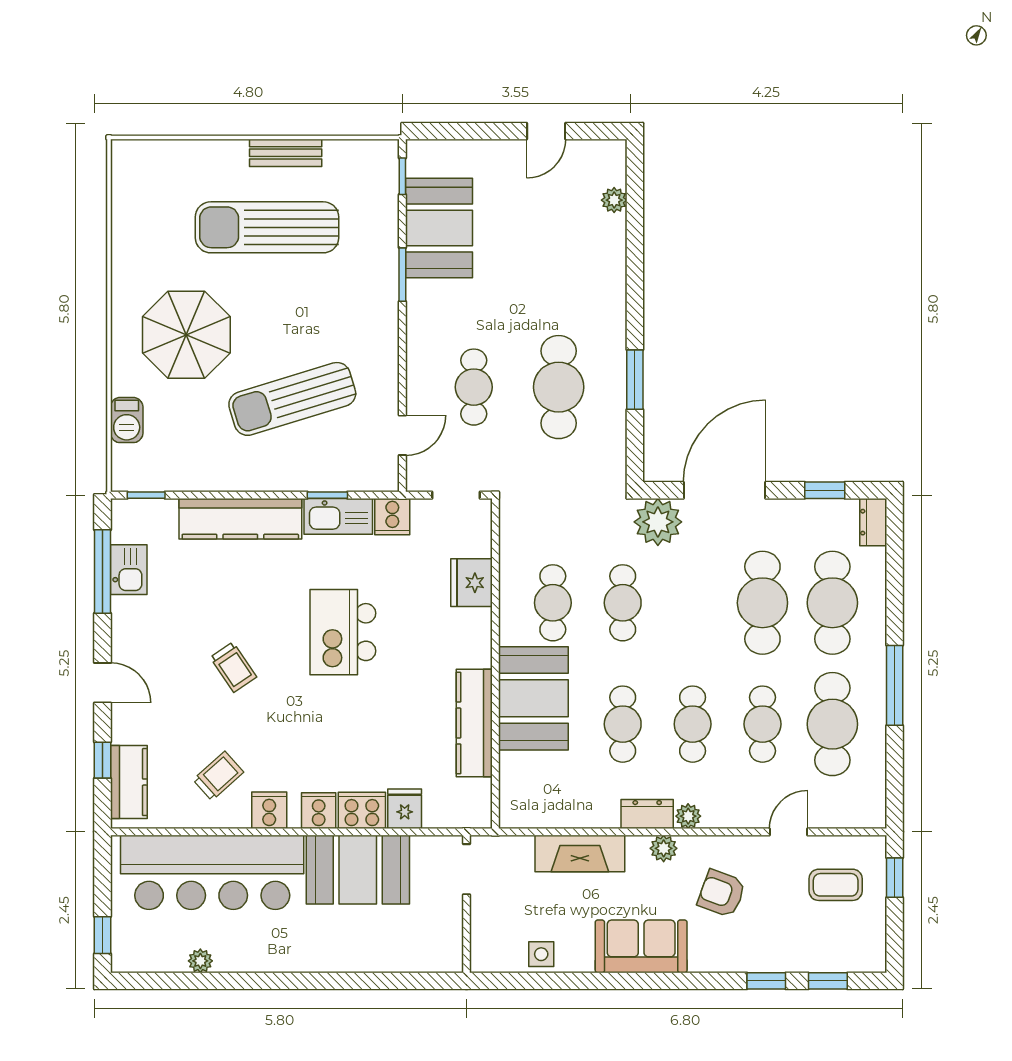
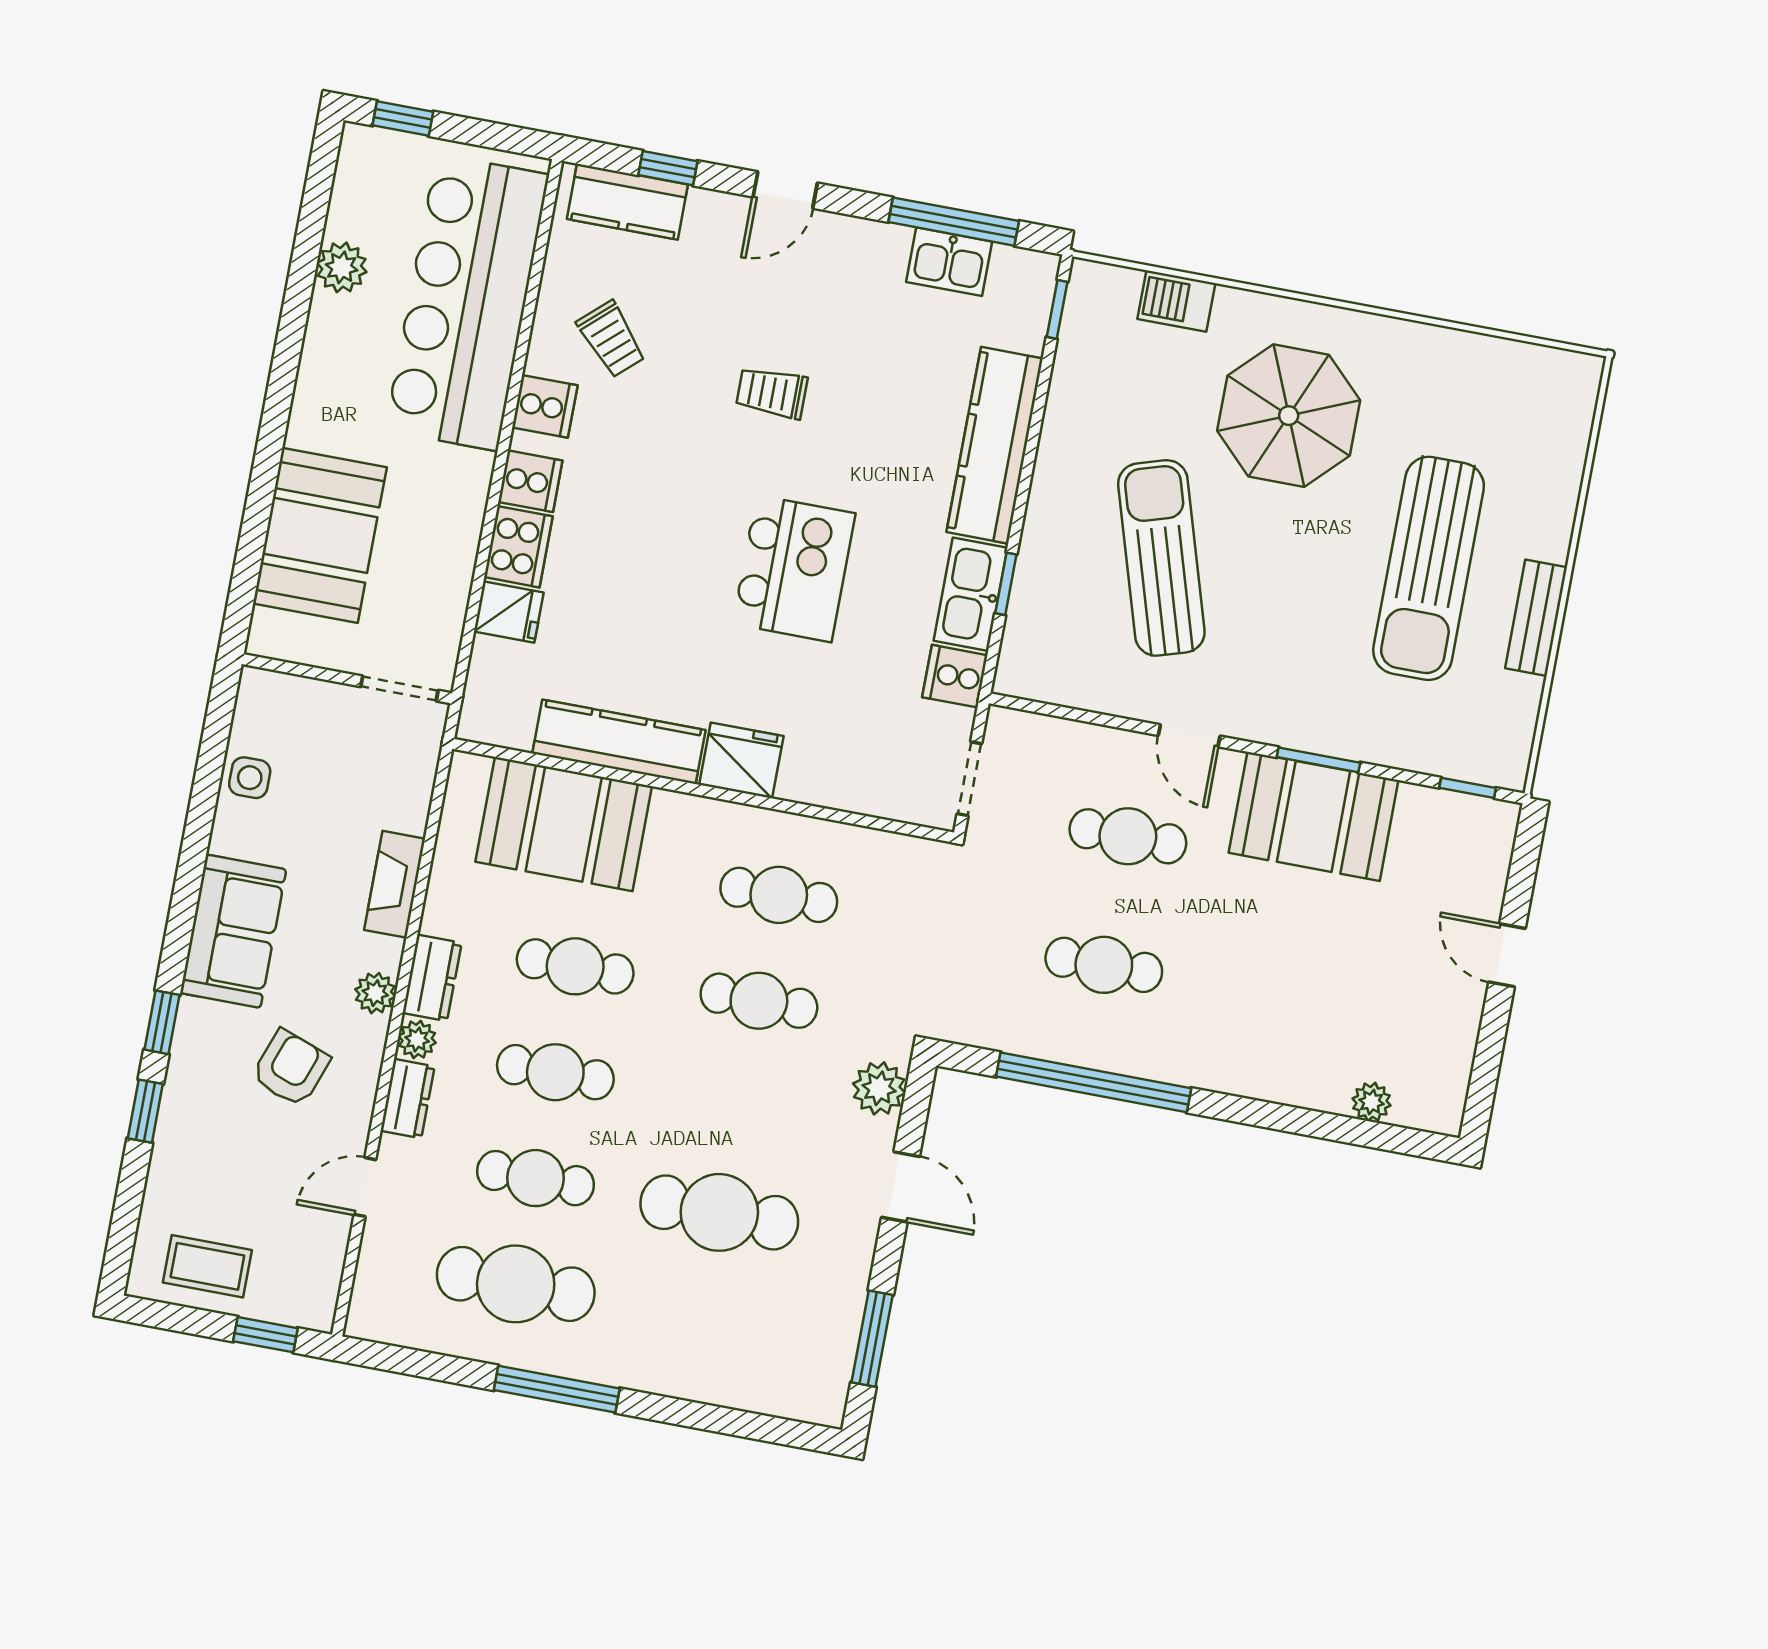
door: (546, 131) -> (1507, 955), moved
sun lounger: (267, 227) -> (1429, 568), turned 180
booth: (439, 228) -> (1314, 816), moved
window: (635, 380) -> (1094, 1082), width x2.11
cafe table: (559, 387) -> (1104, 965), width x0.73, depth x0.74
door: (402, 435) -> (1189, 736), moved
door: (724, 490) -> (901, 1187), width x0.53
window: (825, 490) -> (872, 1339), width x1.50
plant: (658, 522) -> (879, 1088), width x0.73, depth x0.73
dresser: (873, 522) -> (408, 1099), moved, turned 90
fridge: (472, 583) -> (741, 760), moved
cafe table: (832, 603) -> (699, 1318), removed
kitchen island: (343, 632) -> (794, 569), turned 90
trolley: (233, 667) -> (772, 393), turned 34
booth: (533, 698) -> (564, 824), moved
door: (789, 832) -> (365, 1187), swing flipped
fireplace: (580, 853) -> (395, 884), width x0.73, depth x0.76
booth: (358, 870) -> (320, 535), moved
coffee table: (836, 885) -> (207, 1266), moved, turned 90
plant: (200, 961) -> (342, 267), width x1.38, depth x1.38
window: (828, 981) -> (162, 1022), moved

